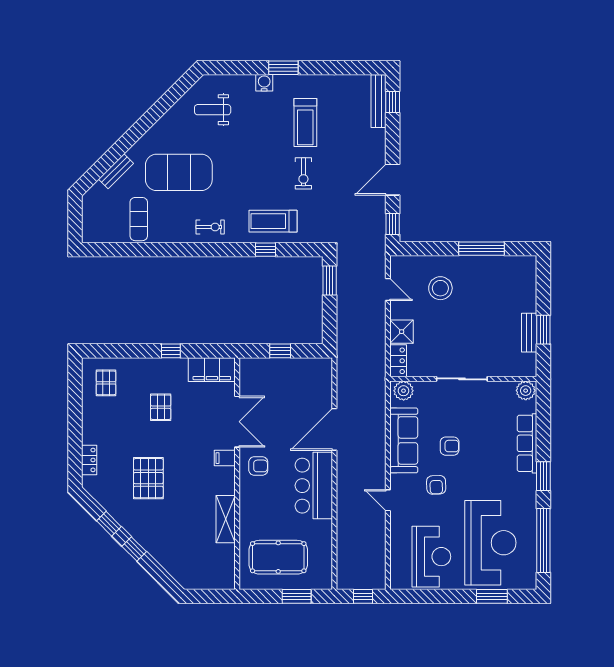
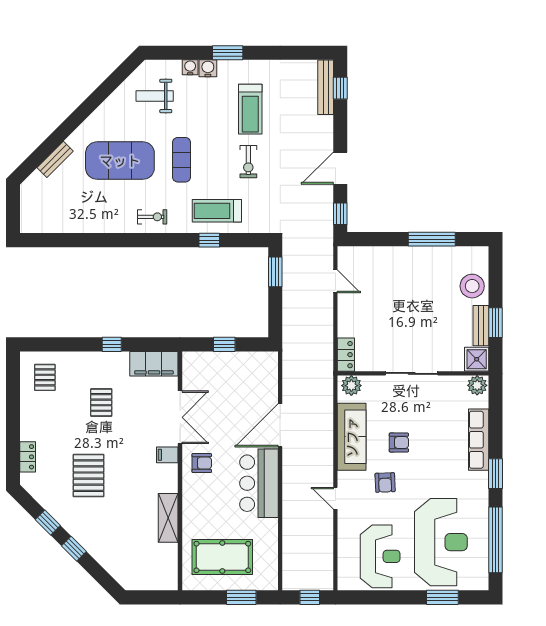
water cooler: (247, 82) -> (190, 67), added
exercise mat: (139, 219) -> (182, 160), moved
stool: (440, 288) -> (472, 286), moved
shower: (402, 332) -> (477, 359), moved

